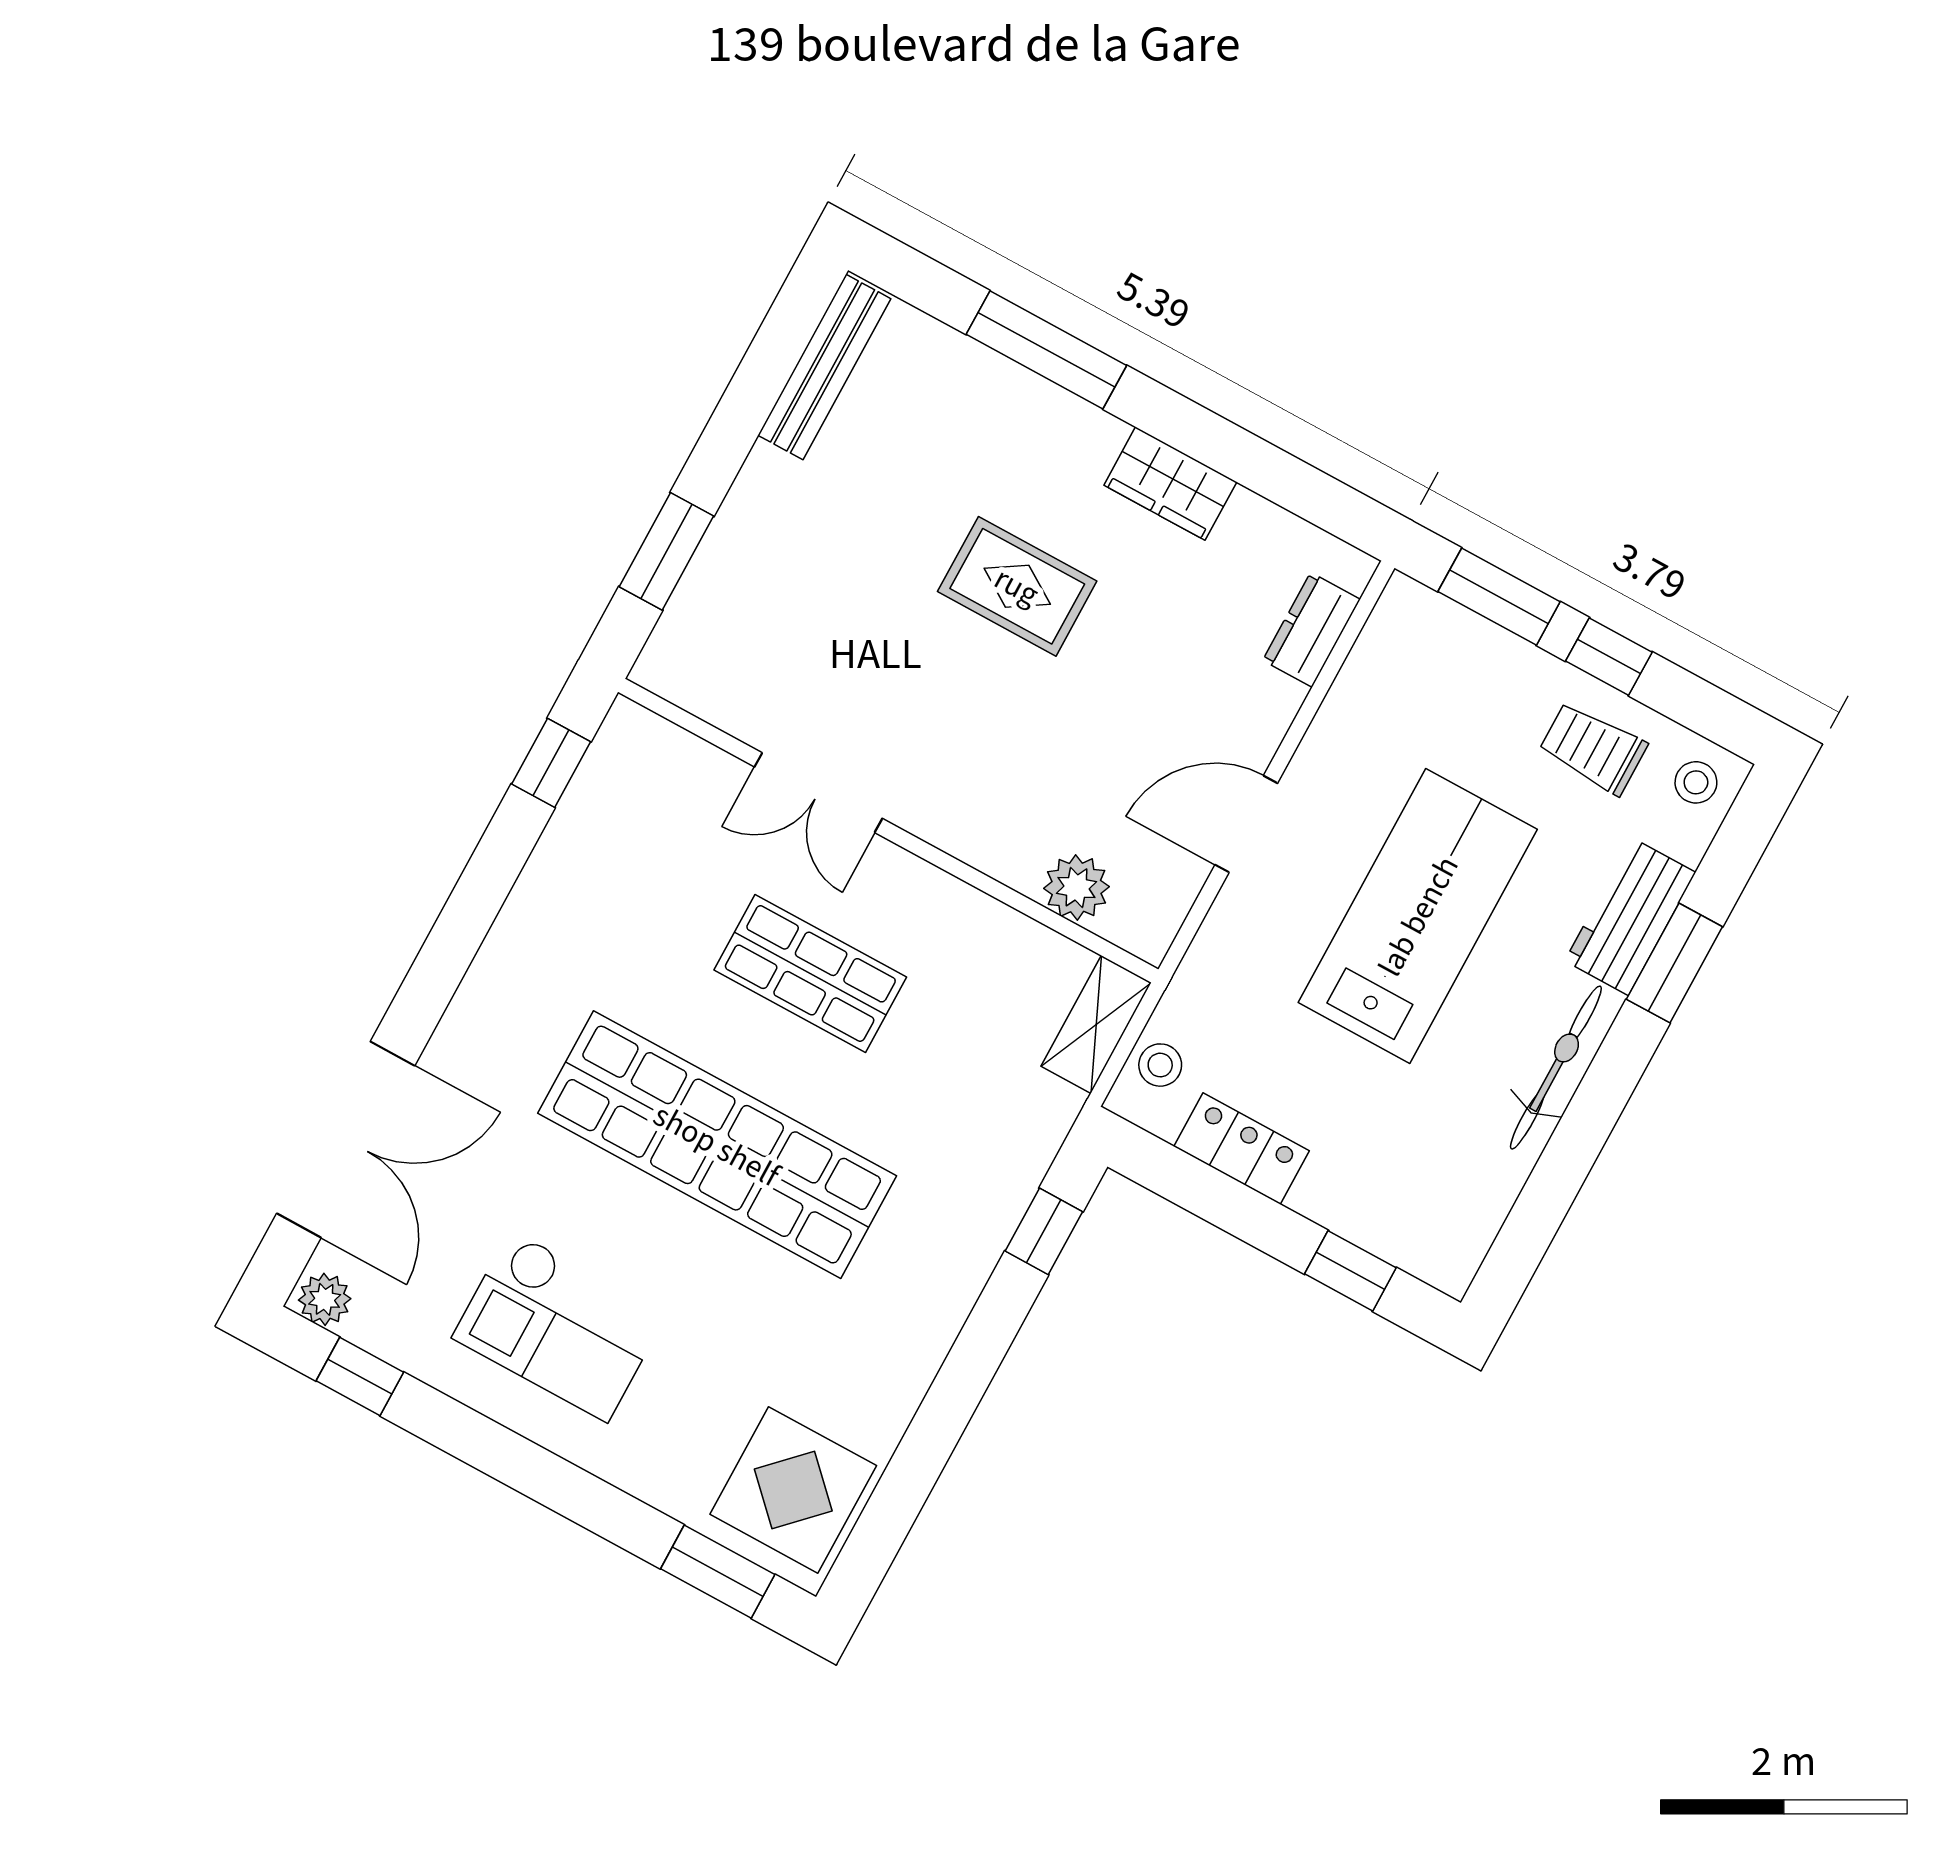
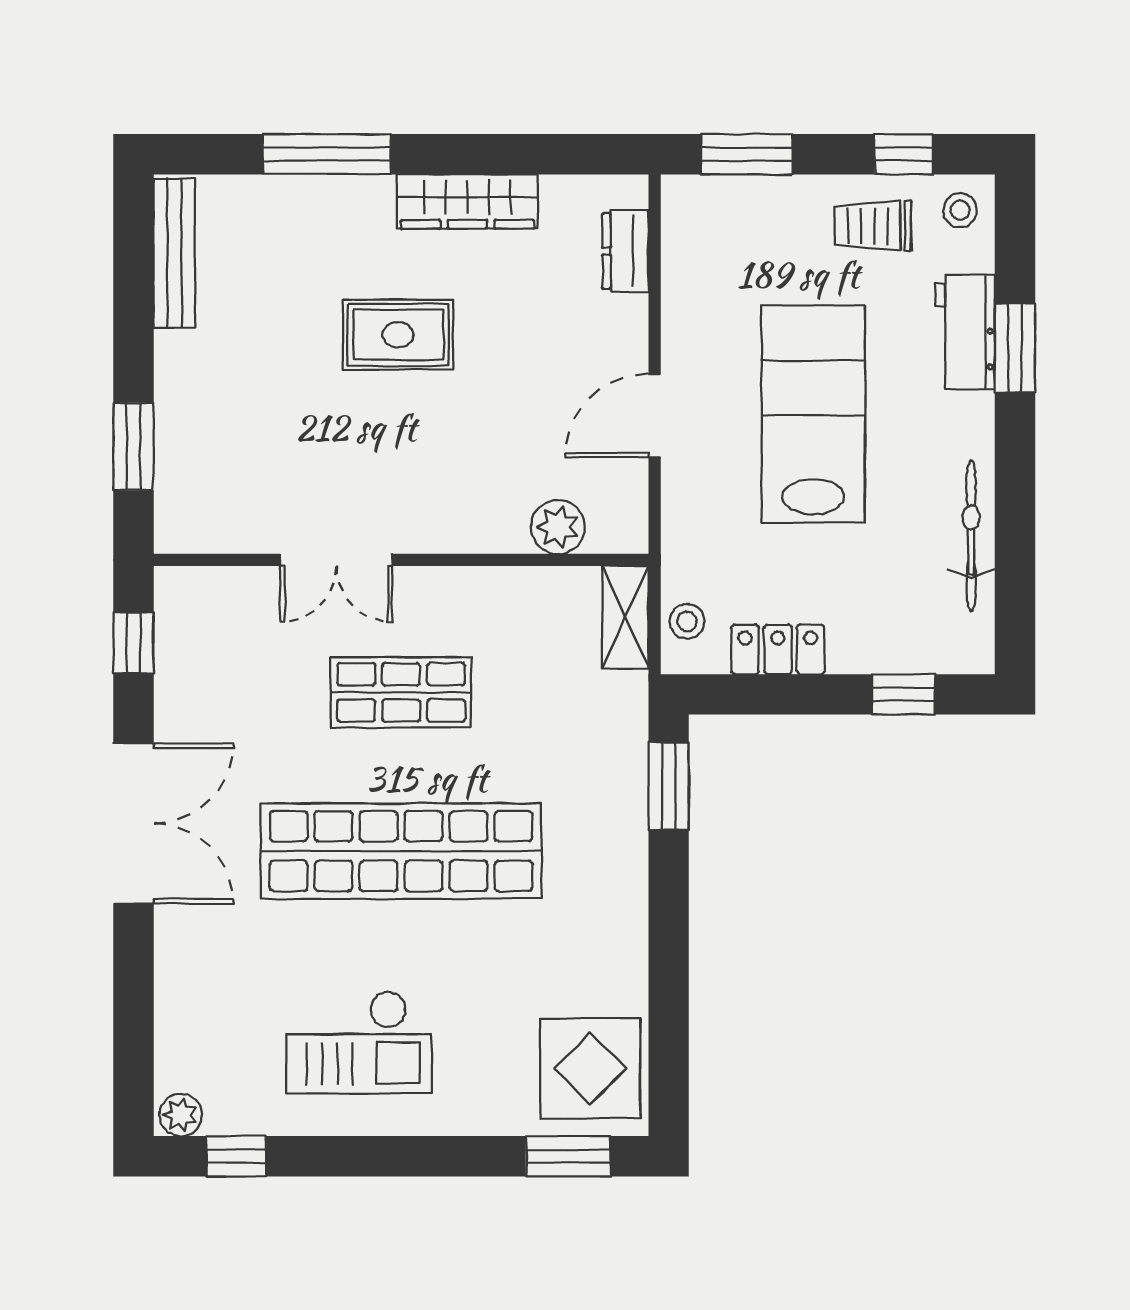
wardrobe: (1170, 484) -> (467, 201), width x1.50
window: (1609, 657) -> (904, 154), moved
bicycle: (1556, 1068) -> (971, 536), moved
double door: (346, 1139) -> (133, 823), moved
window: (1044, 1231) -> (669, 786), width x1.50

